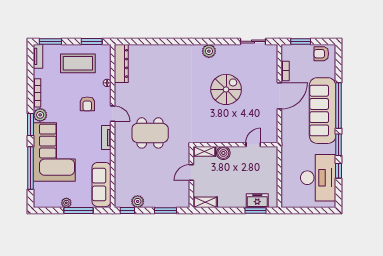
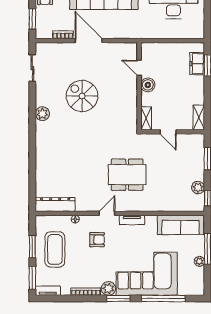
window: (92, 41) -> (32, 247), moved
dining table: (150, 133) -> (127, 175), turned 90
boiler: (223, 153) -> (148, 85), moved

